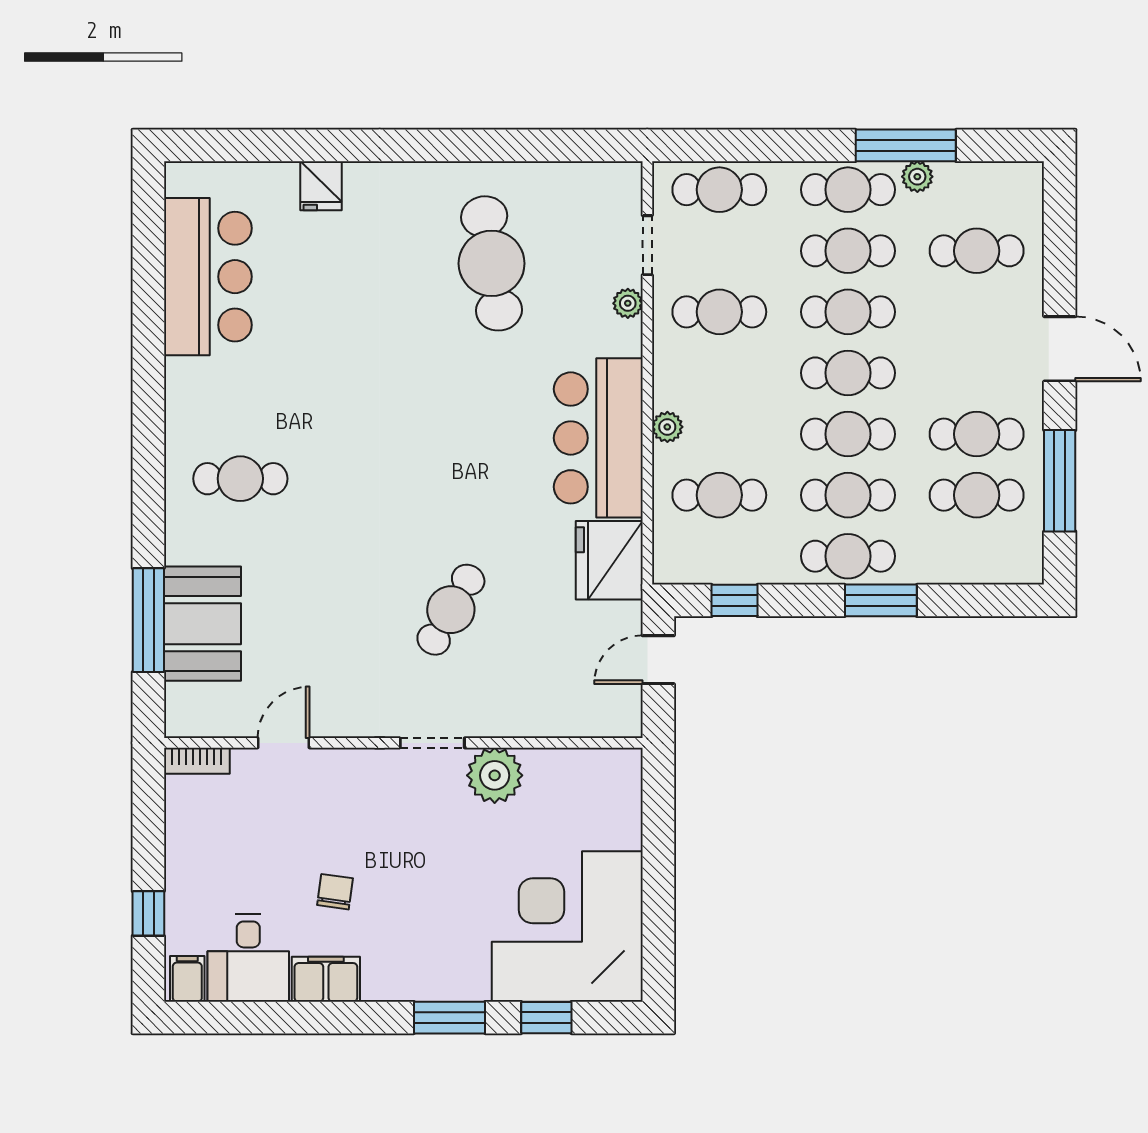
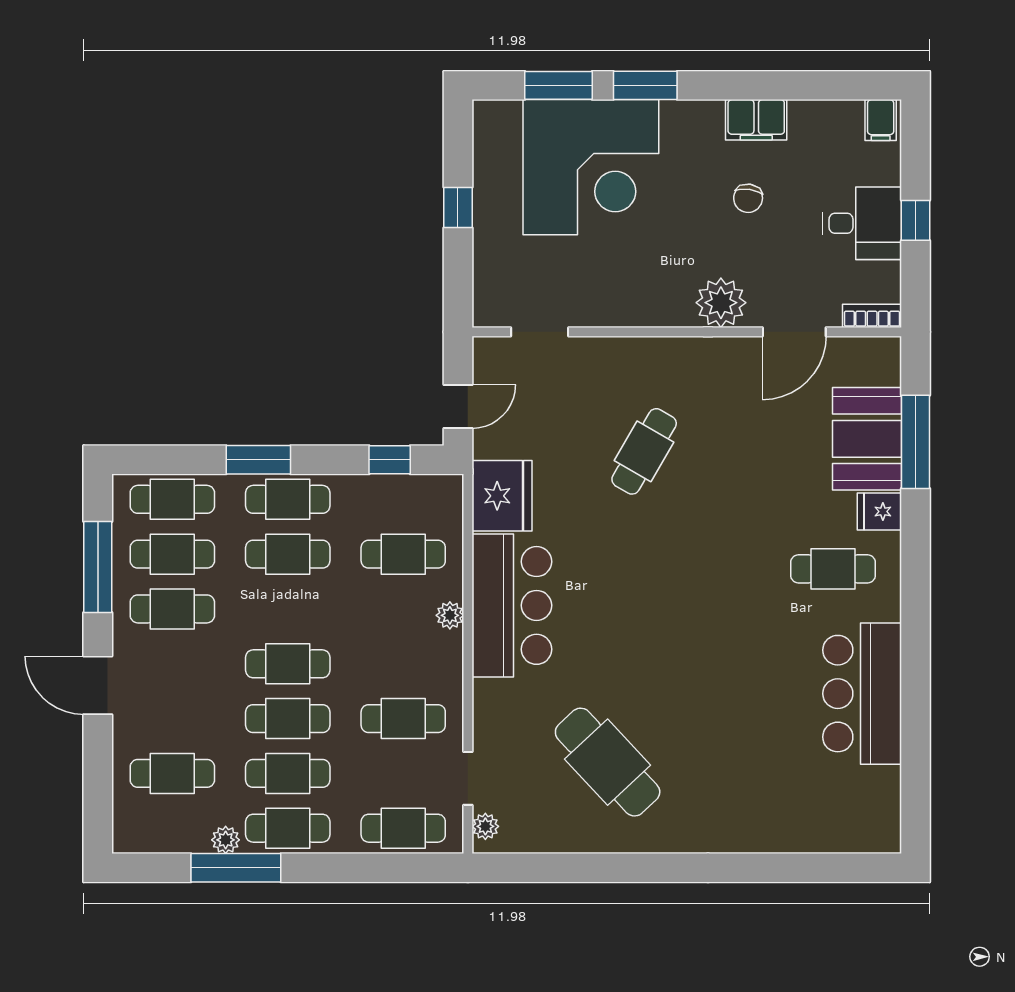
fridge: (321, 186) -> (879, 511), moved, turned -90
cafe table: (492, 263) -> (608, 762), turned -34
bar counter: (208, 277) -> (862, 694), moved
plant: (628, 303) -> (485, 826), moved
cafe table: (848, 434) -> (172, 499), moved
door: (284, 743) -> (794, 332), width x1.38
doorway: (432, 743) -> (540, 332), moved
plant: (495, 775) -> (721, 303), moved
window: (658, 881) -> (458, 208), added
window: (148, 913) -> (916, 220), moved
corner desk: (567, 926) -> (591, 167), moved
desk: (248, 958) -> (862, 223), moved, turned 90
window: (546, 1018) -> (558, 85), width x1.50

